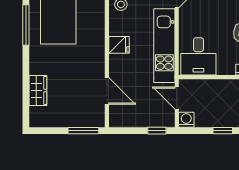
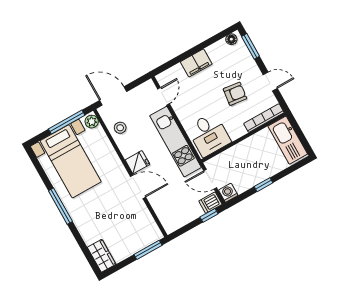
window: (26, 25) -> (60, 206), moved
wardrobe: (38, 90) -> (102, 256), moved
door: (107, 91) -> (138, 187), moved
dishwasher: (165, 120) -> (210, 203), added

